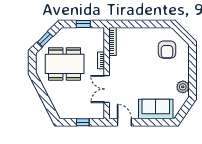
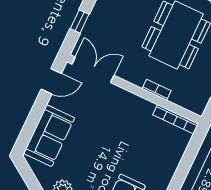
double door: (107, 89) -> (93, 70), moved

